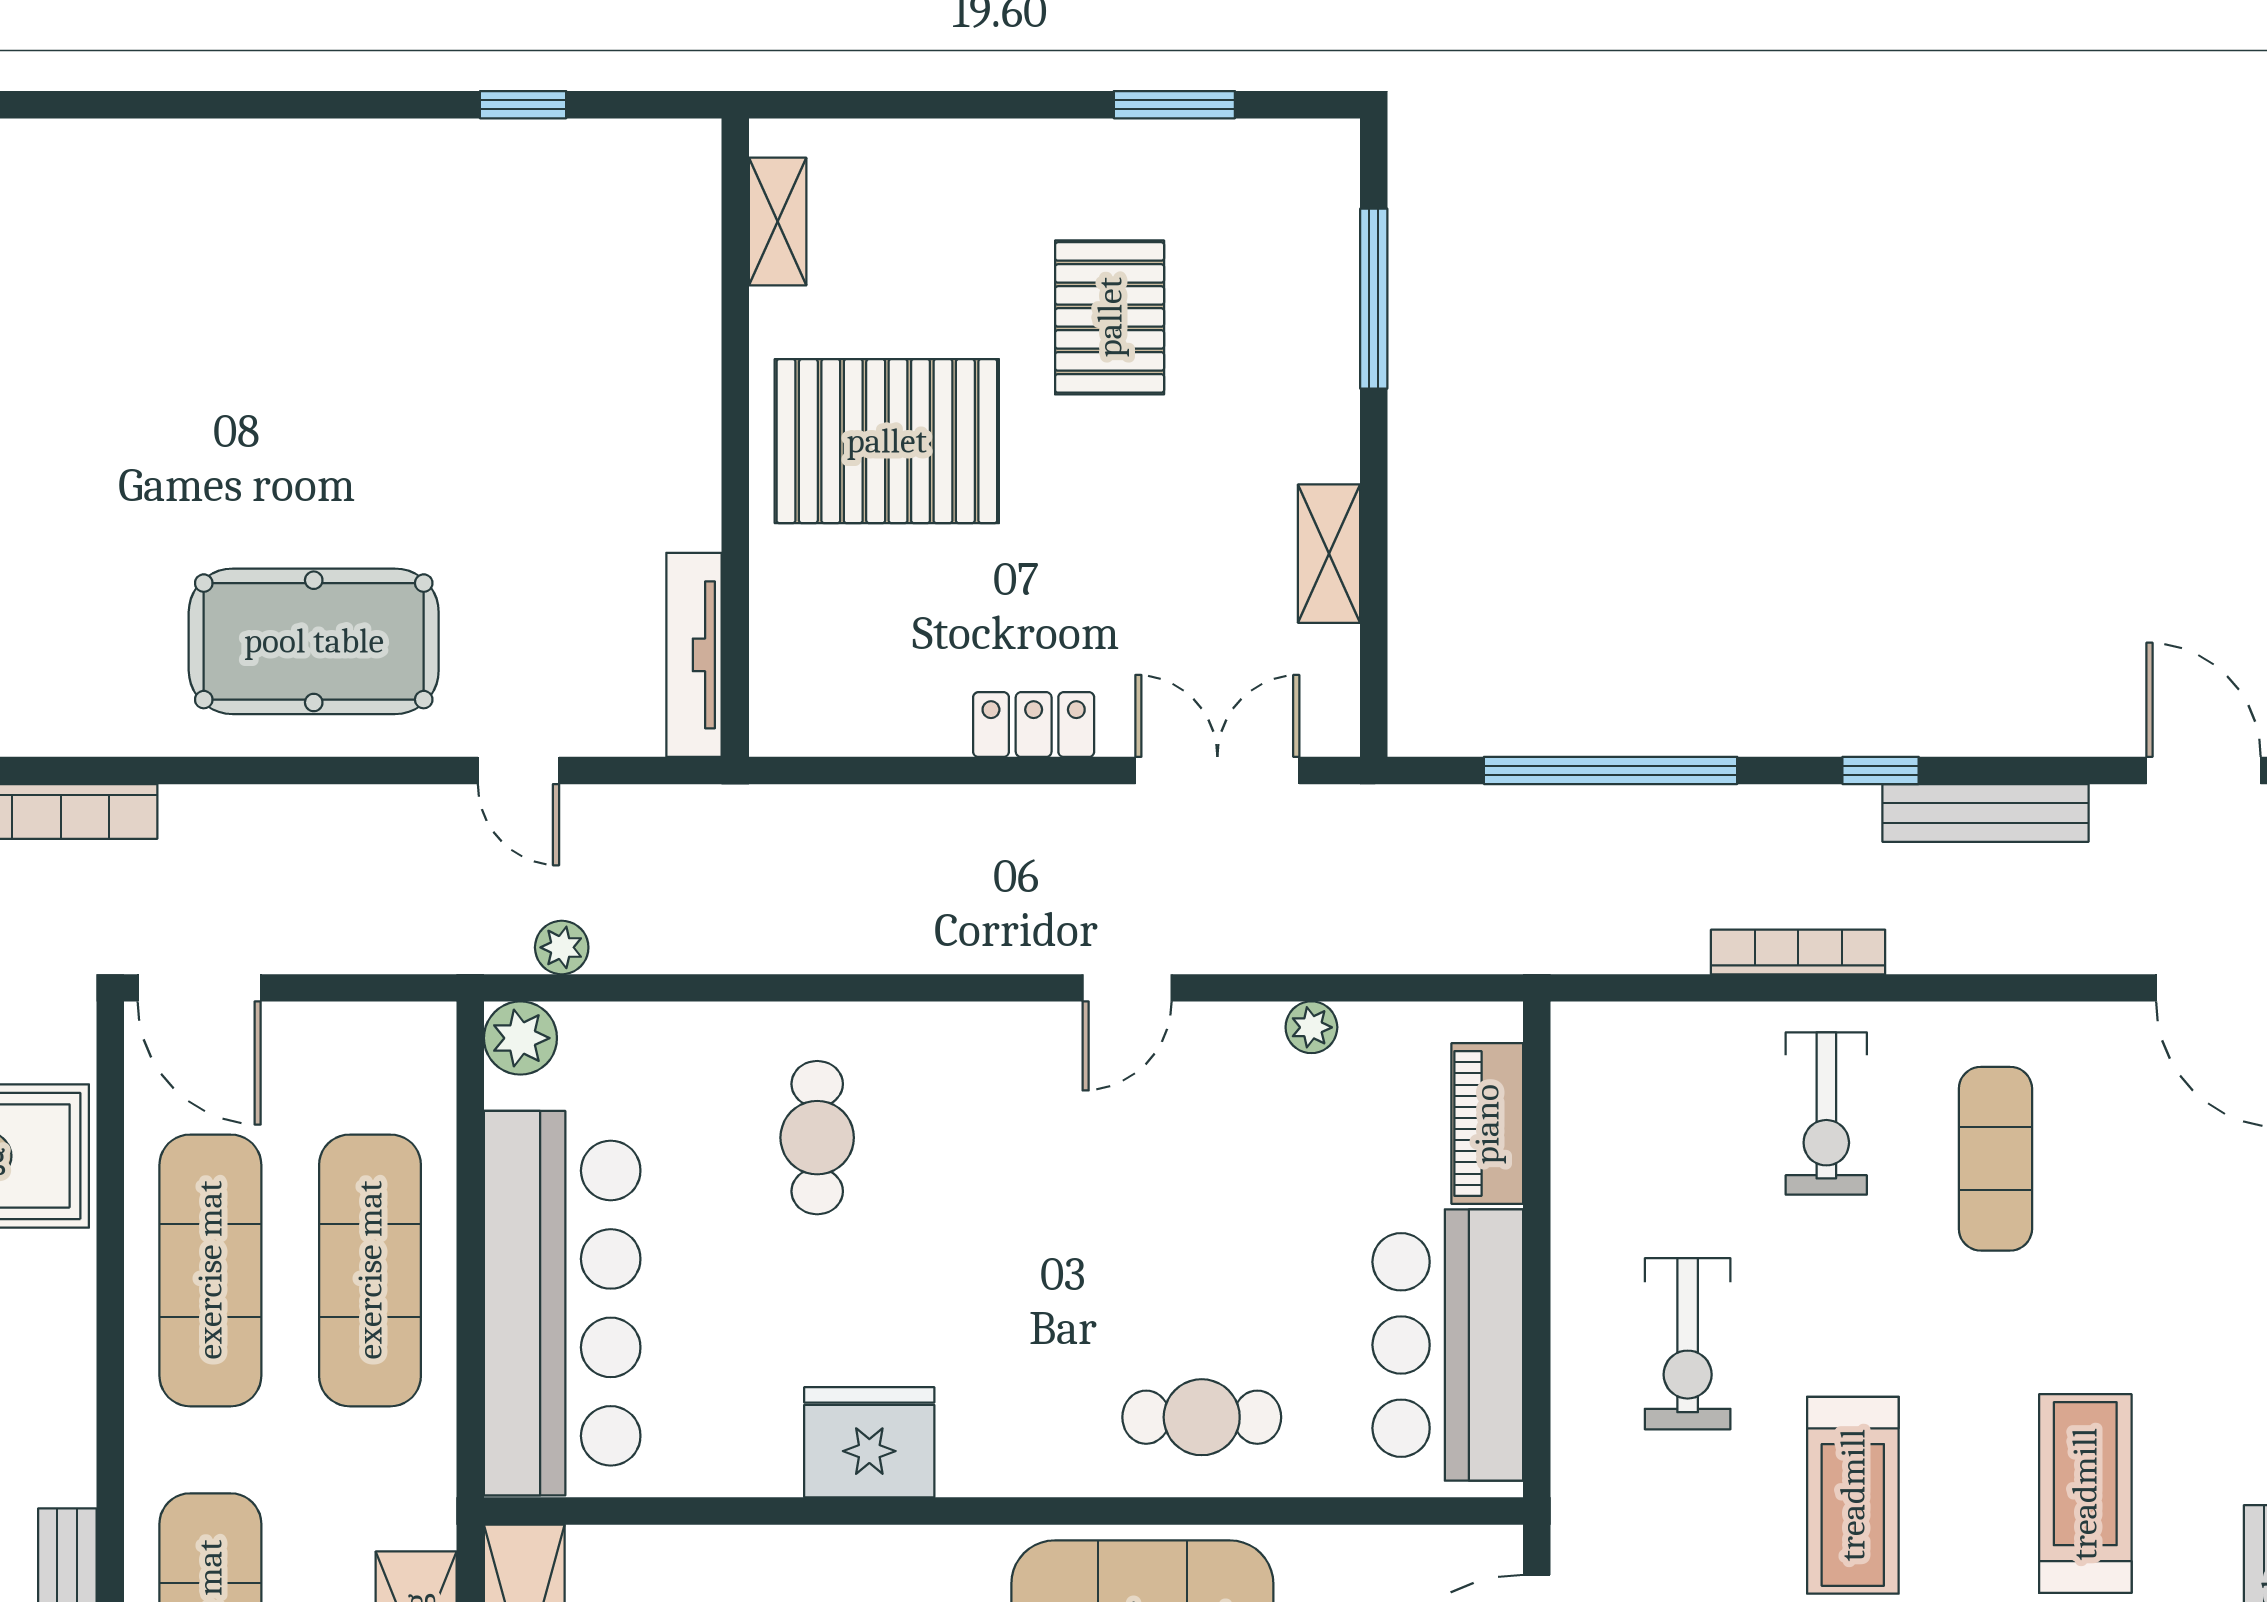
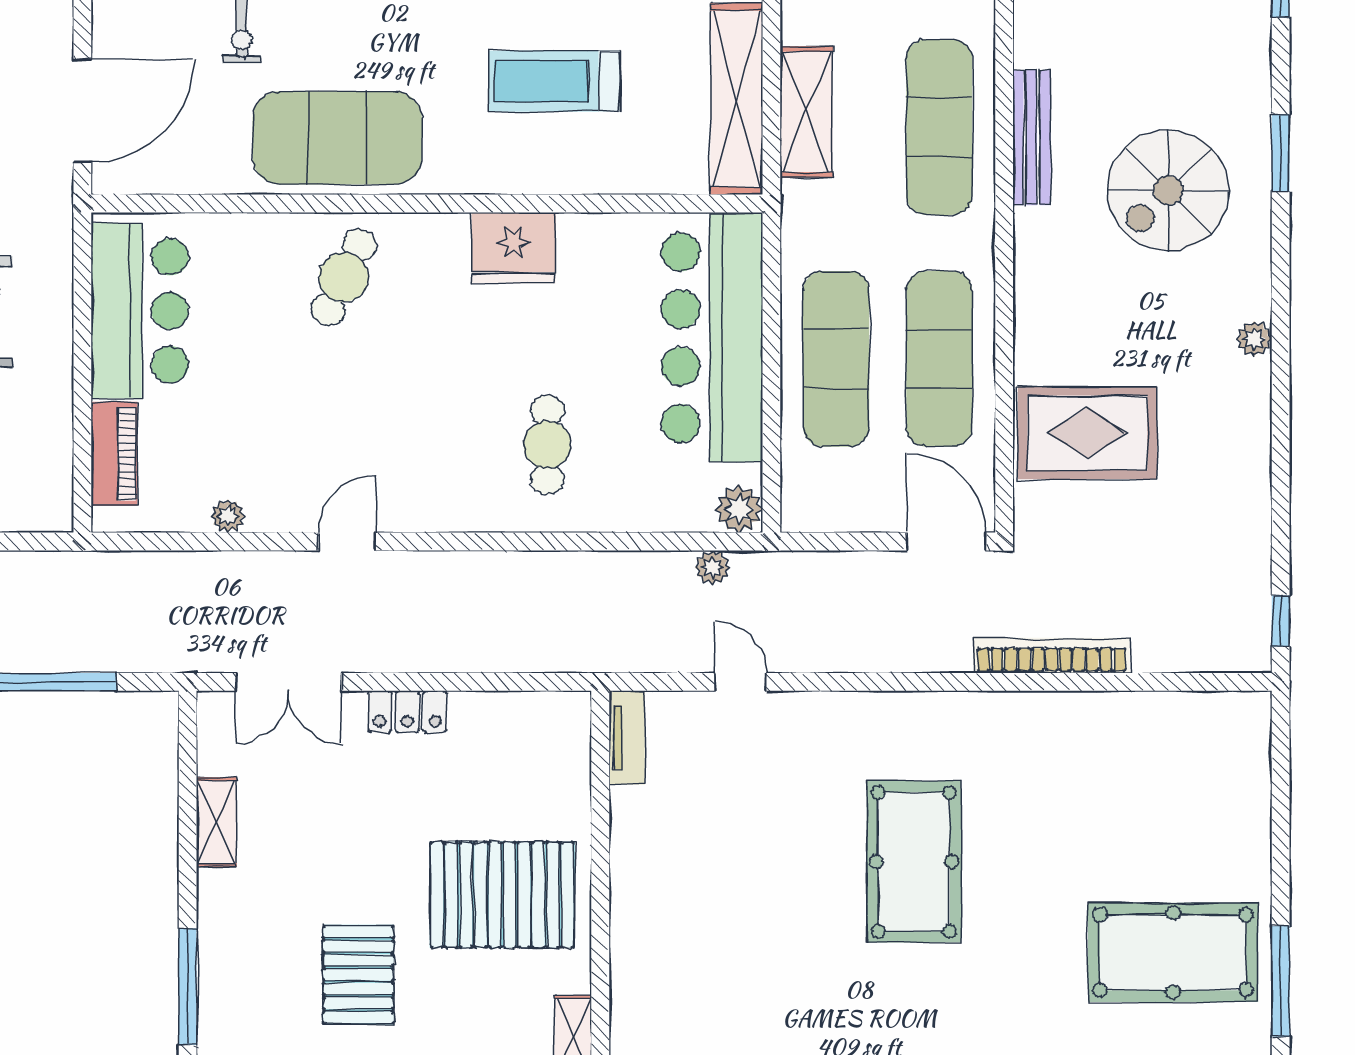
pool table: (314, 641) -> (914, 862), moved, turned 90
tv unit: (694, 655) -> (627, 737), width x0.71
cafe table: (1202, 1417) -> (344, 277), moved, turned -64

